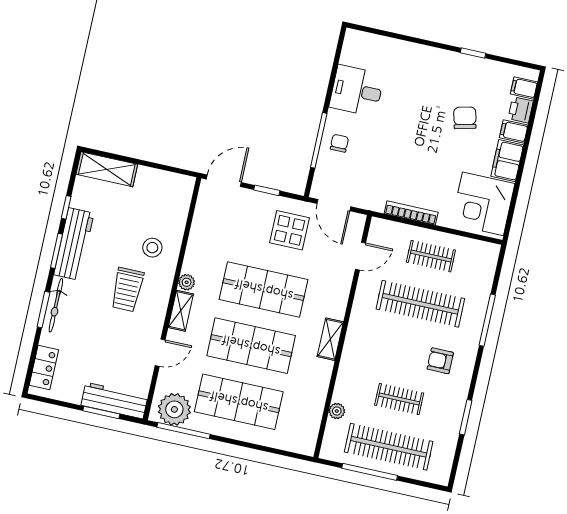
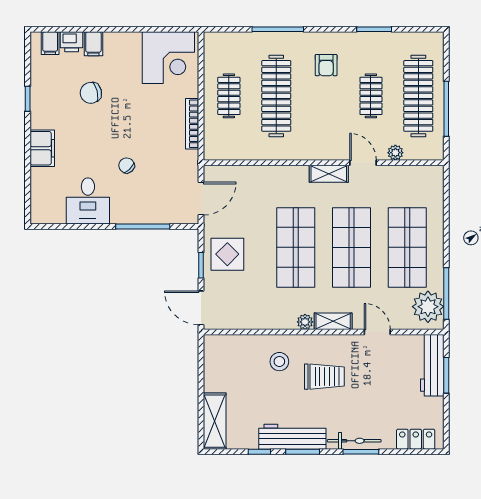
chair: (339, 143) -> (127, 165), moved, turned 47
filing cabinet: (507, 161) -> (42, 148), moved, turned -90
display table: (290, 230) -> (227, 254), moved
door: (360, 256) -> (363, 163), moved

